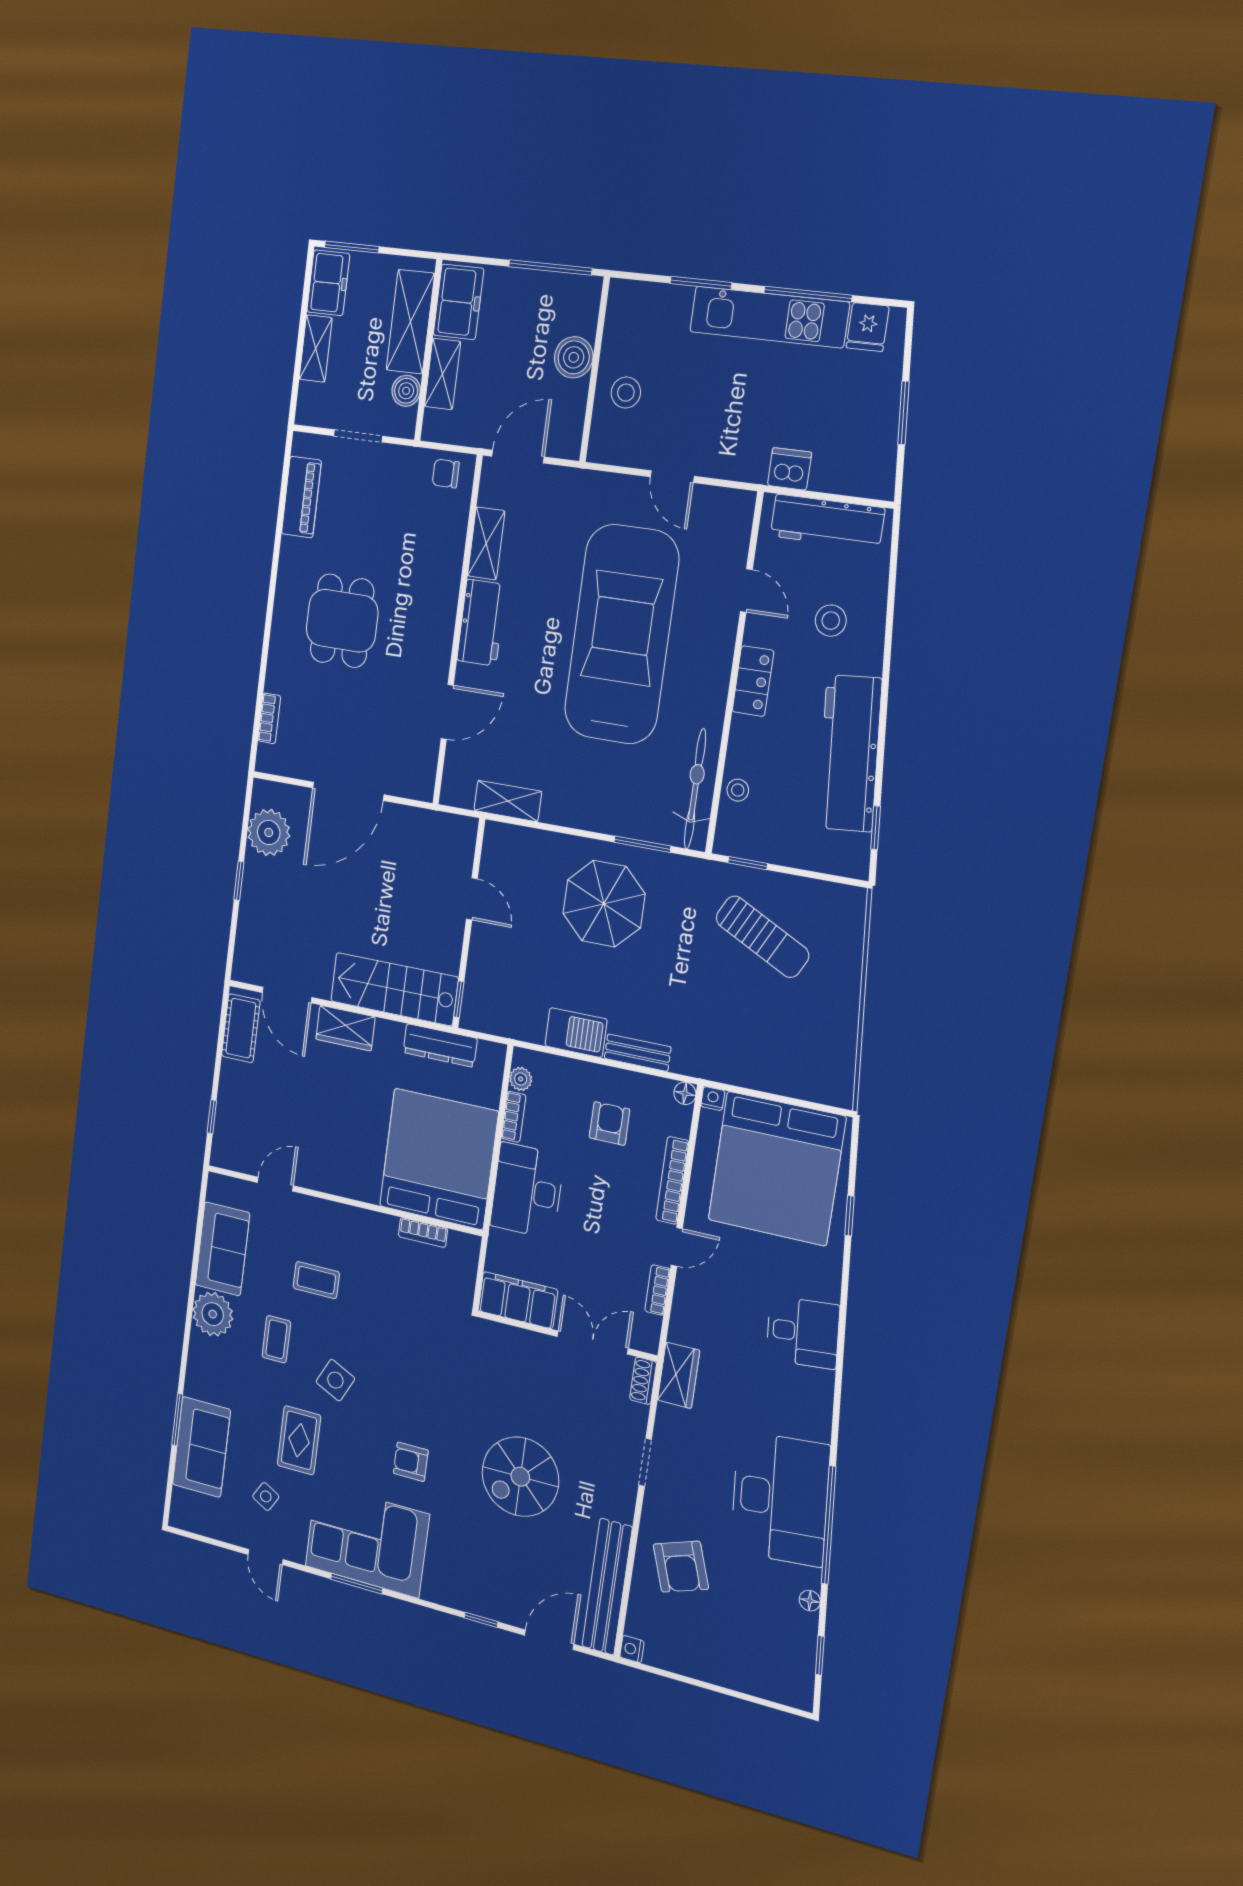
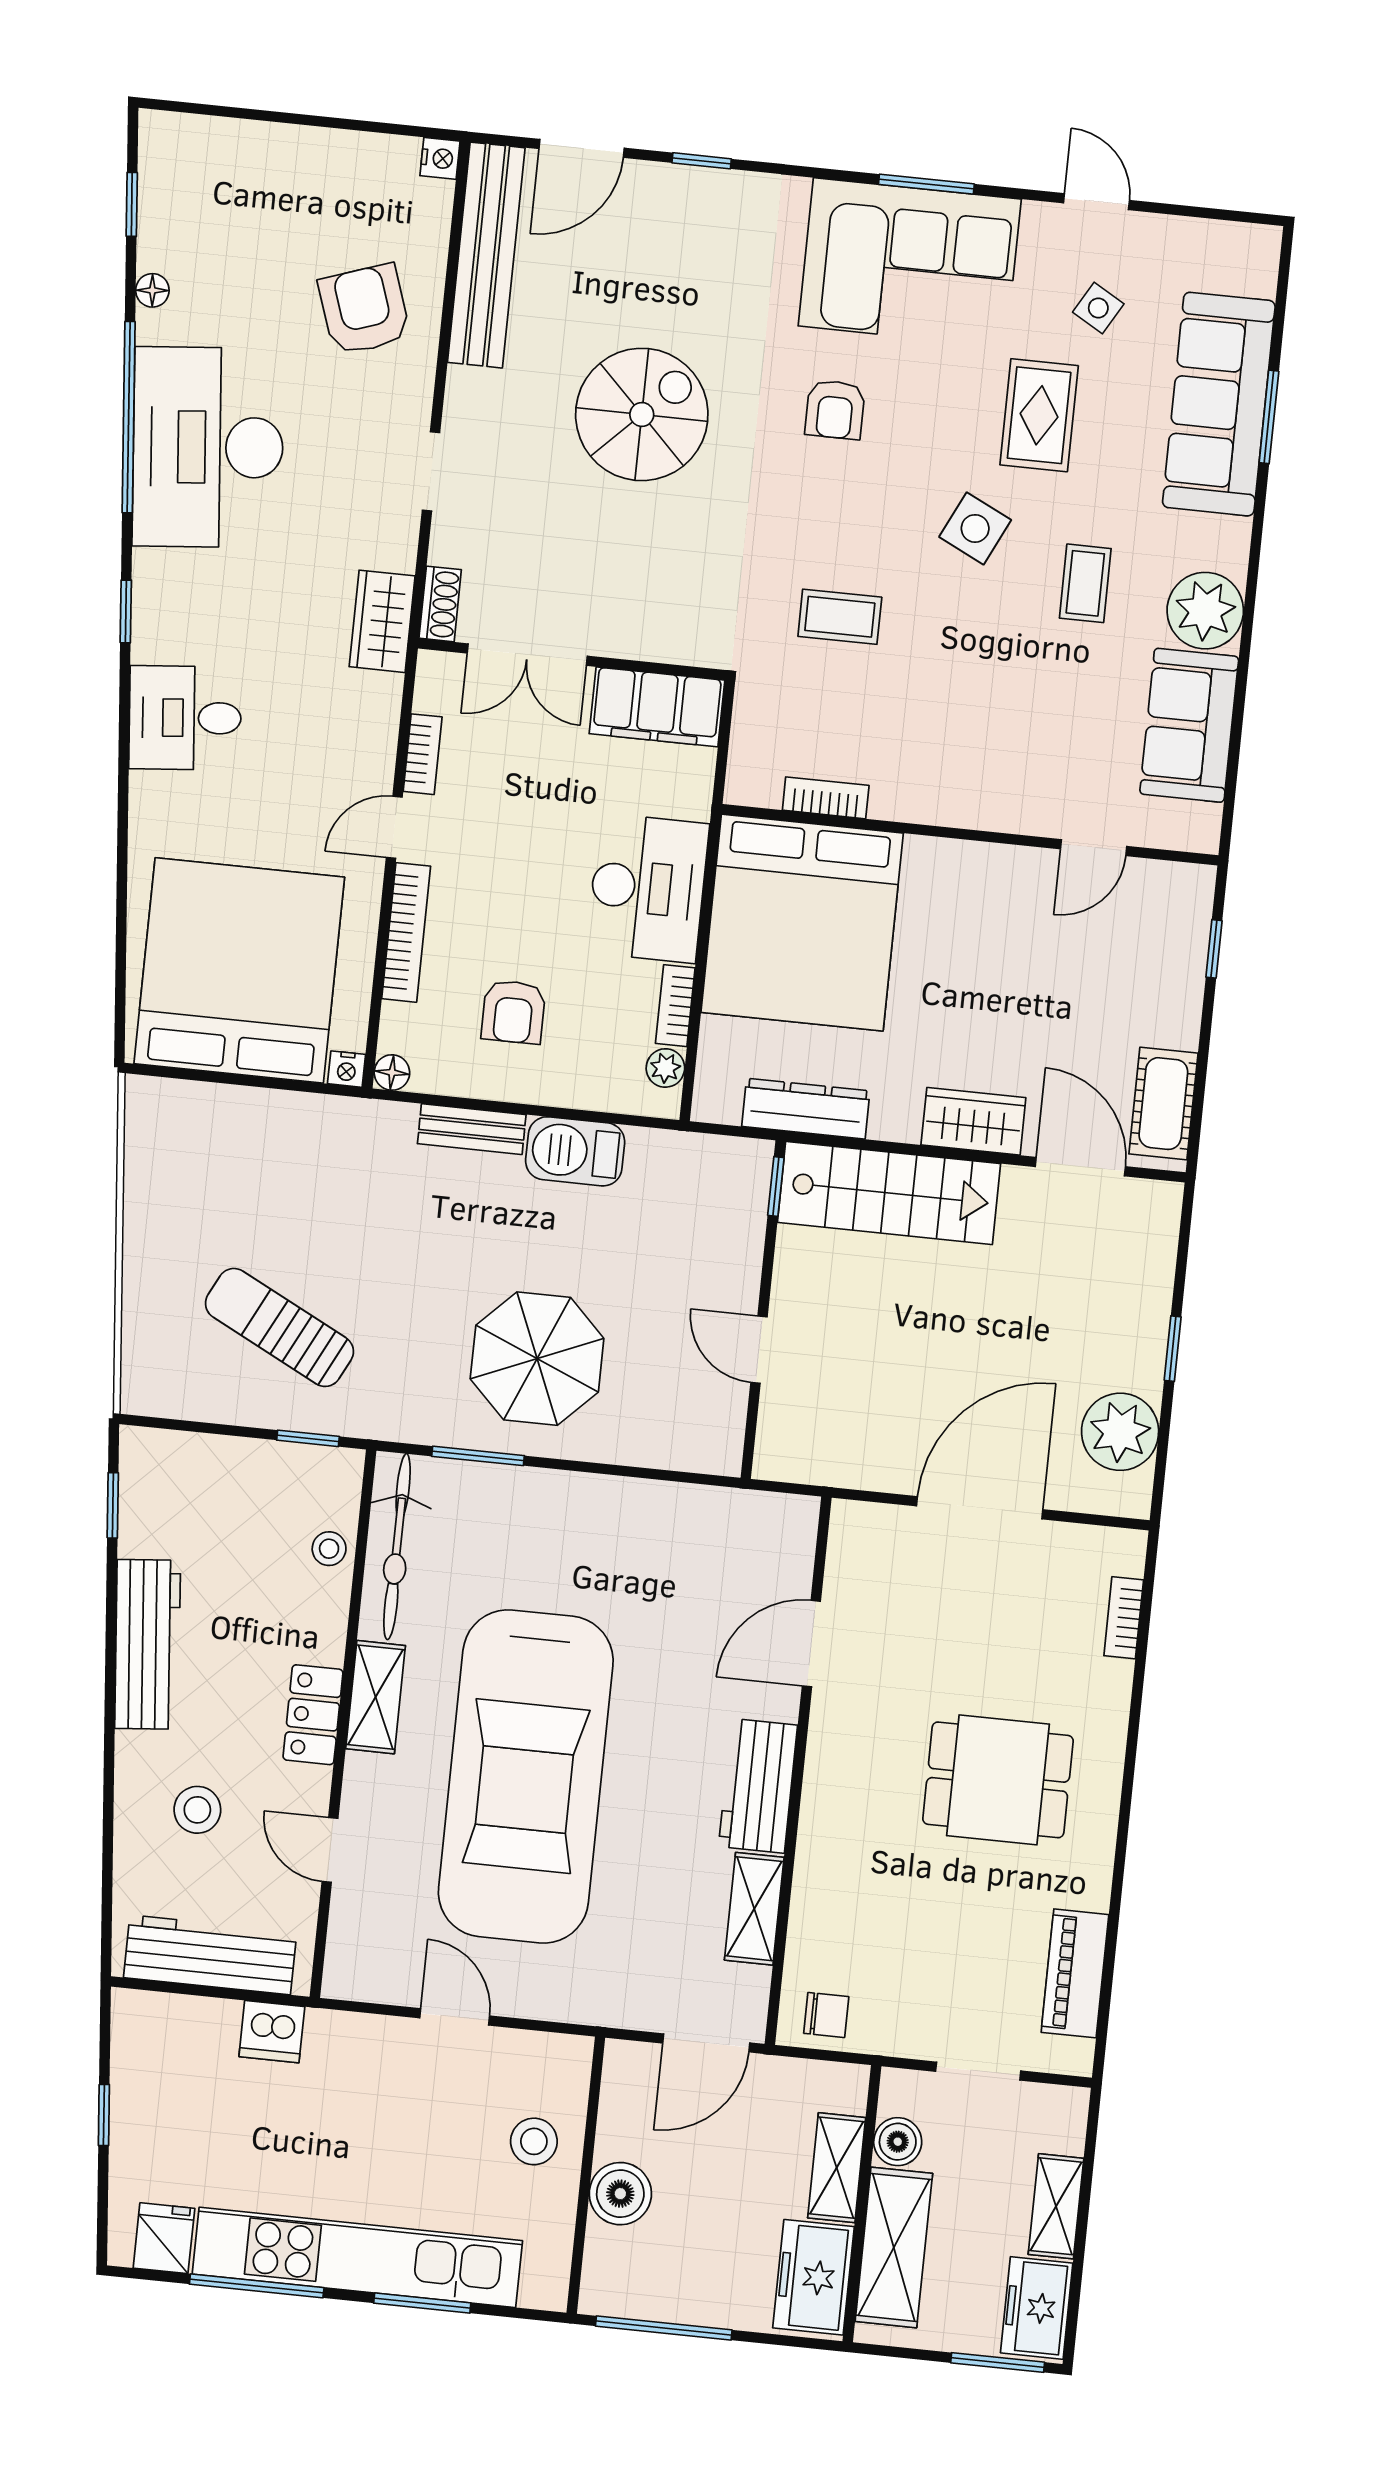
kitchen unit: (769, 317) -> (357, 2257), width x1.36
window: (903, 413) -> (104, 2115), width x0.67
dining table: (342, 621) -> (998, 1780), turned 90
workbench: (850, 754) -> (148, 1644), width x0.73, depth x0.76
shelving: (508, 801) -> (376, 1697), moved, turned 90
window: (849, 1216) -> (126, 611), moved
coffee table: (316, 1280) -> (840, 617), moved
sofa: (201, 1447) -> (1219, 404), width x1.36
armchair: (411, 1462) -> (835, 410), turned 90

